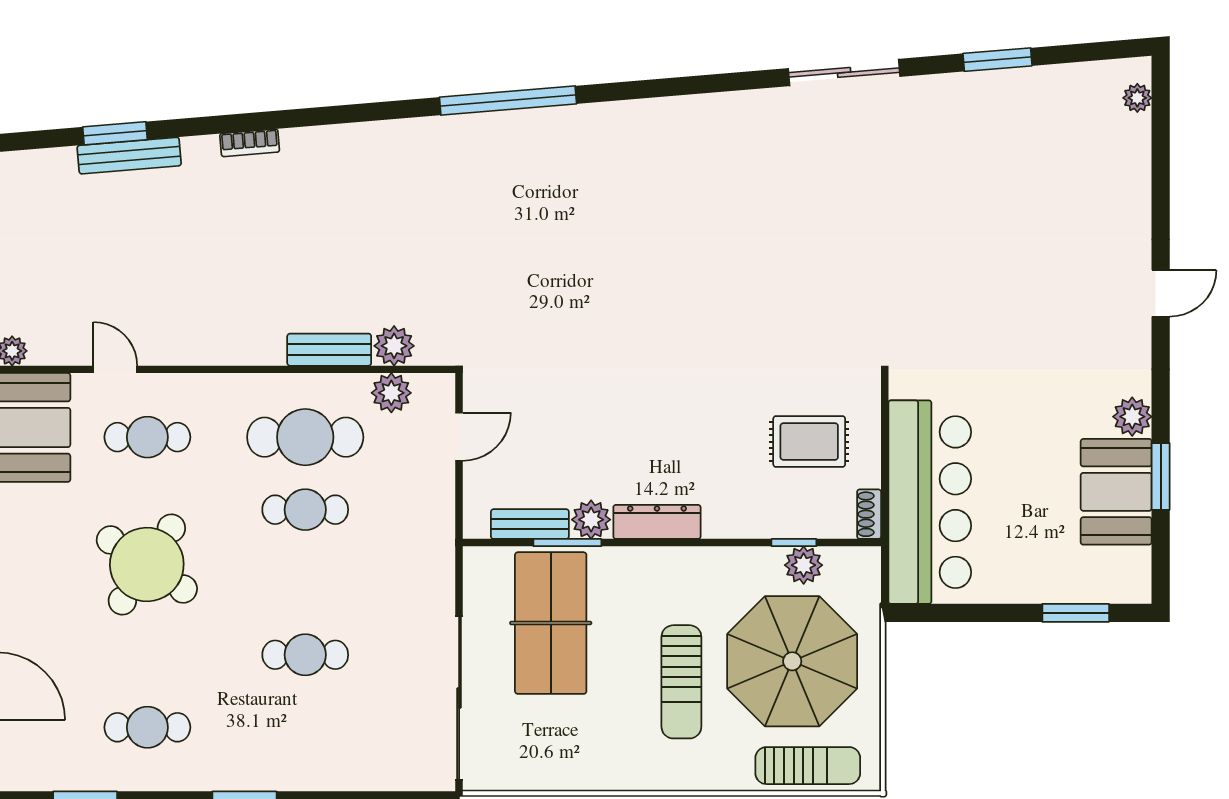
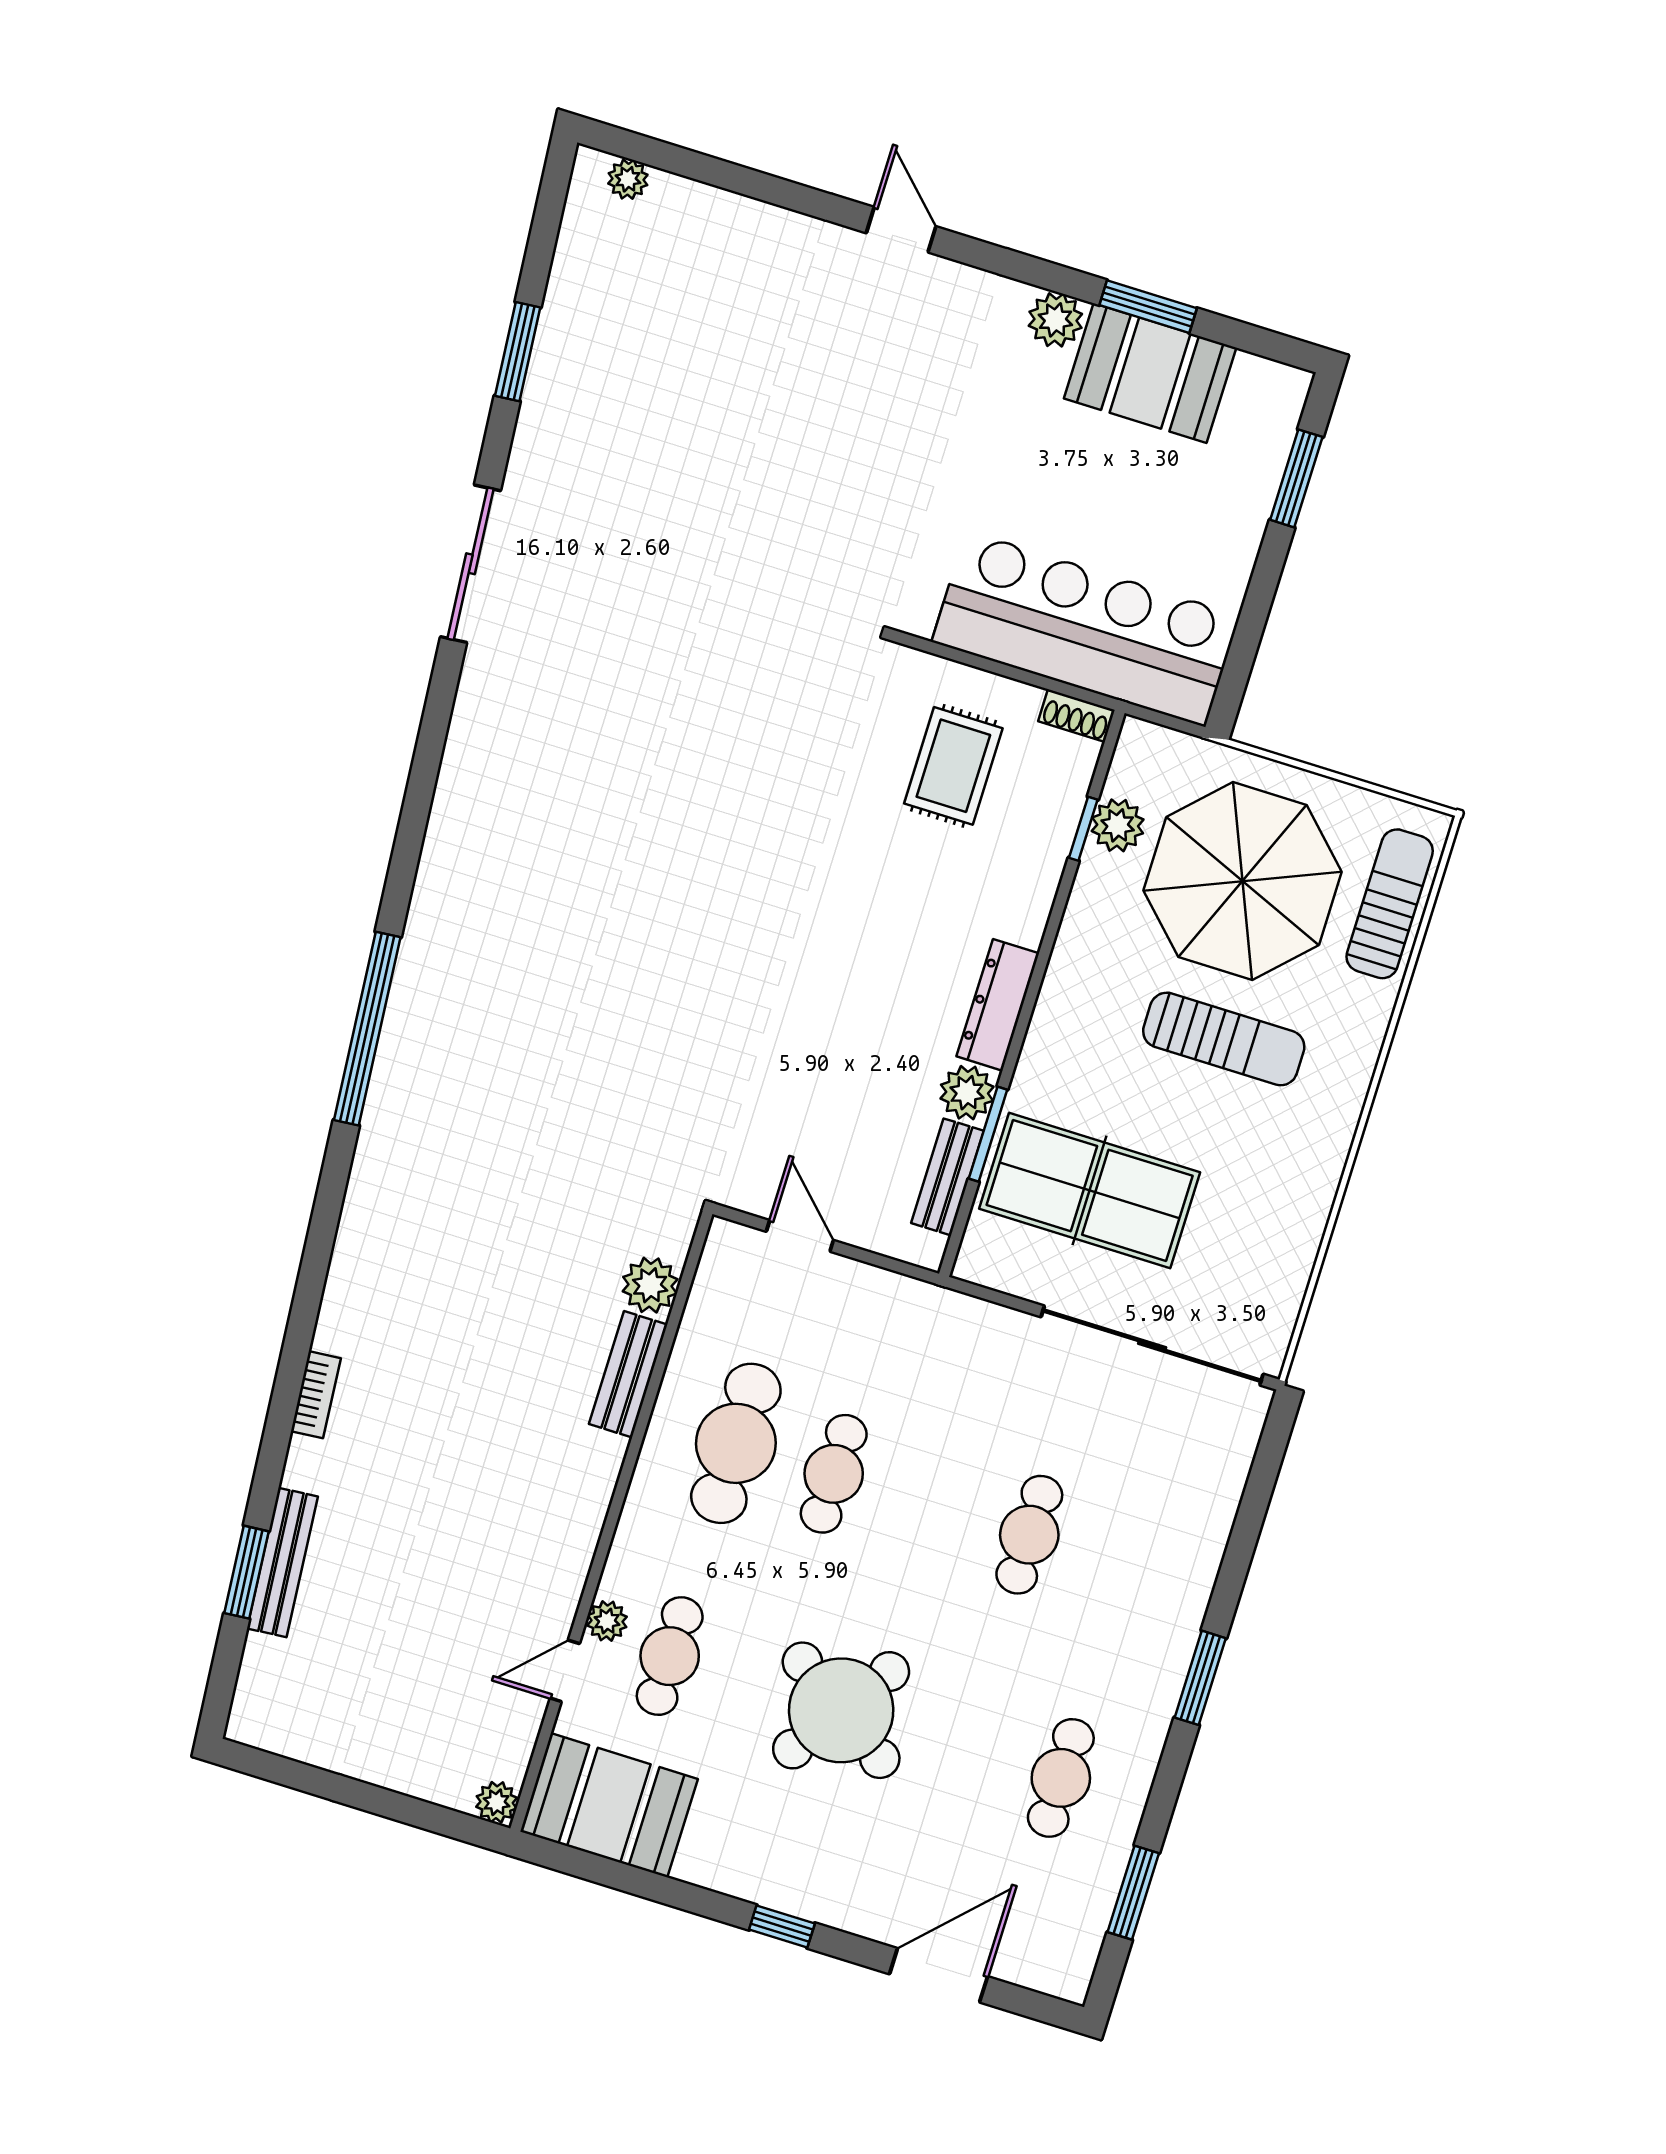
plant: (391, 393) -> (607, 1621), moved, width x0.73, depth x0.73

